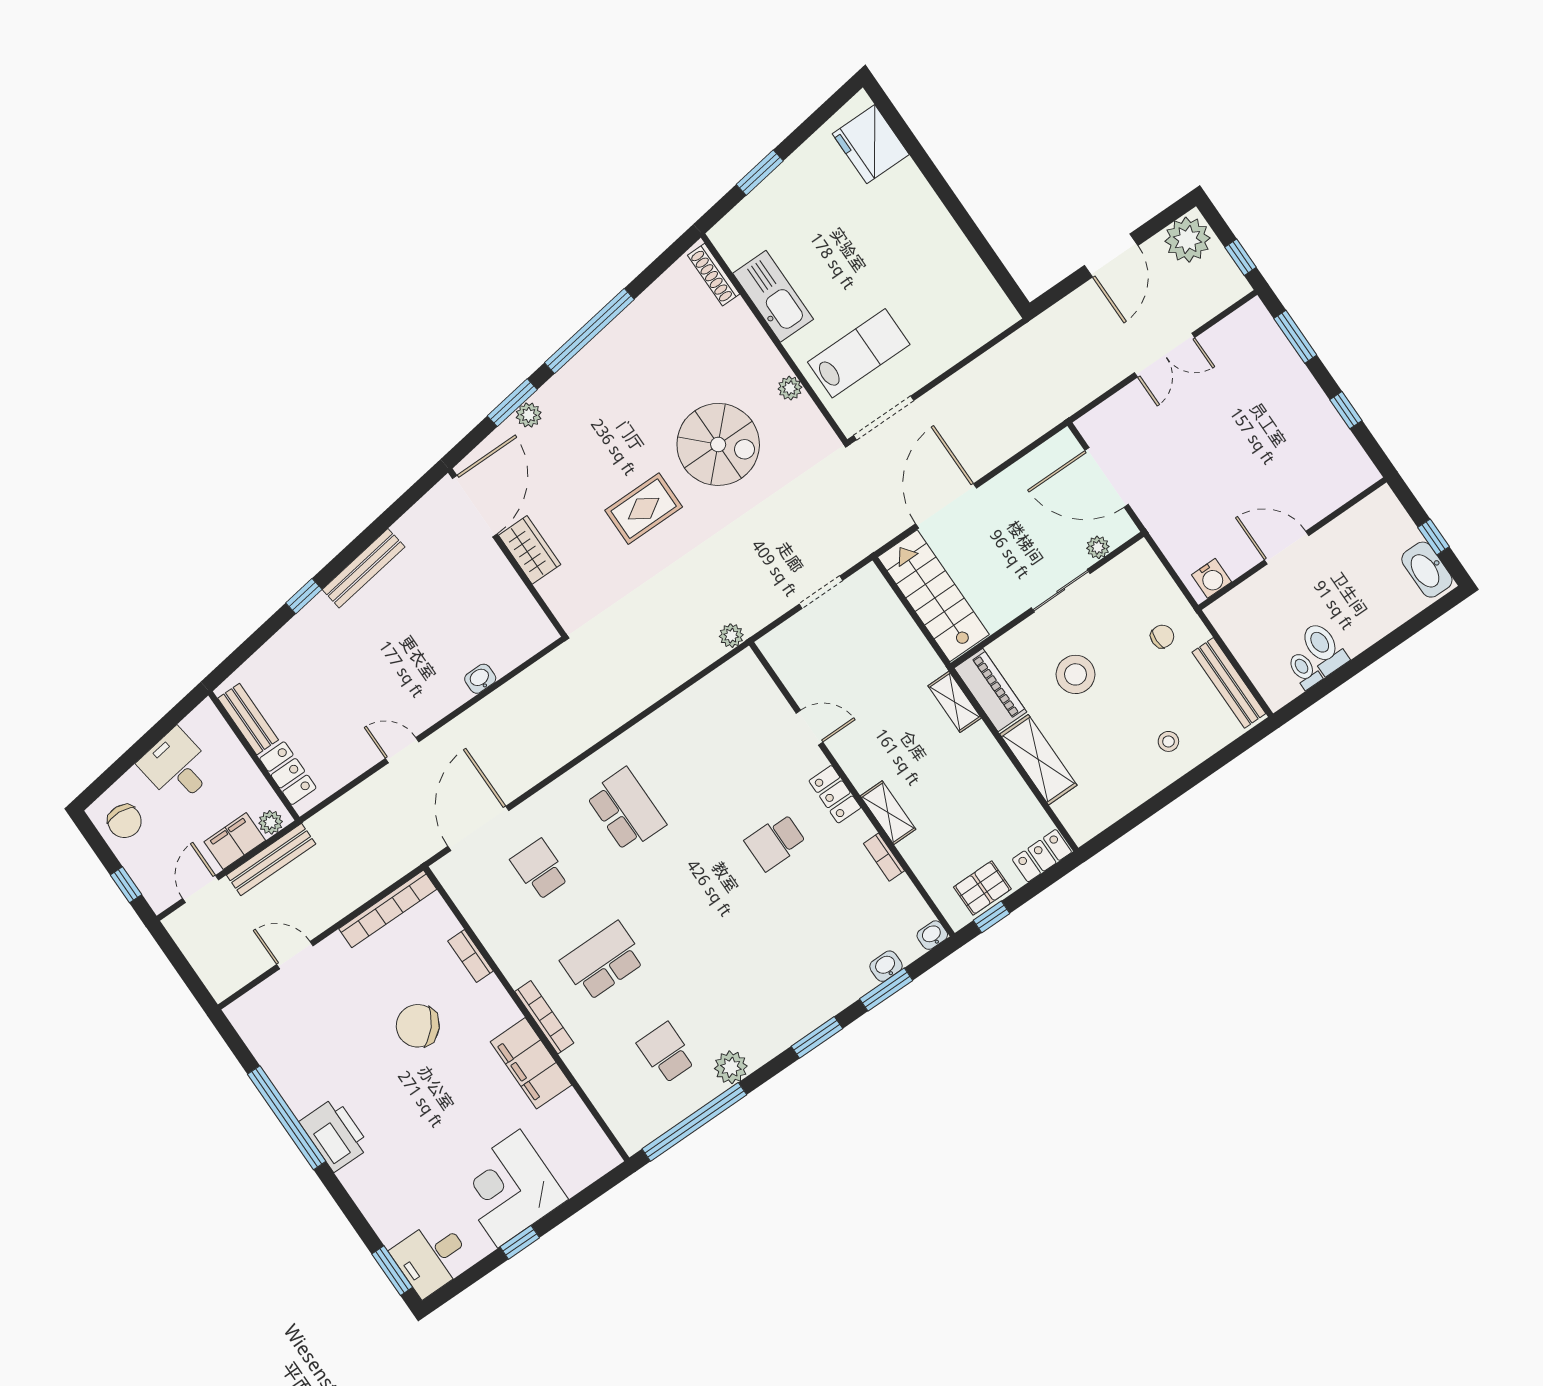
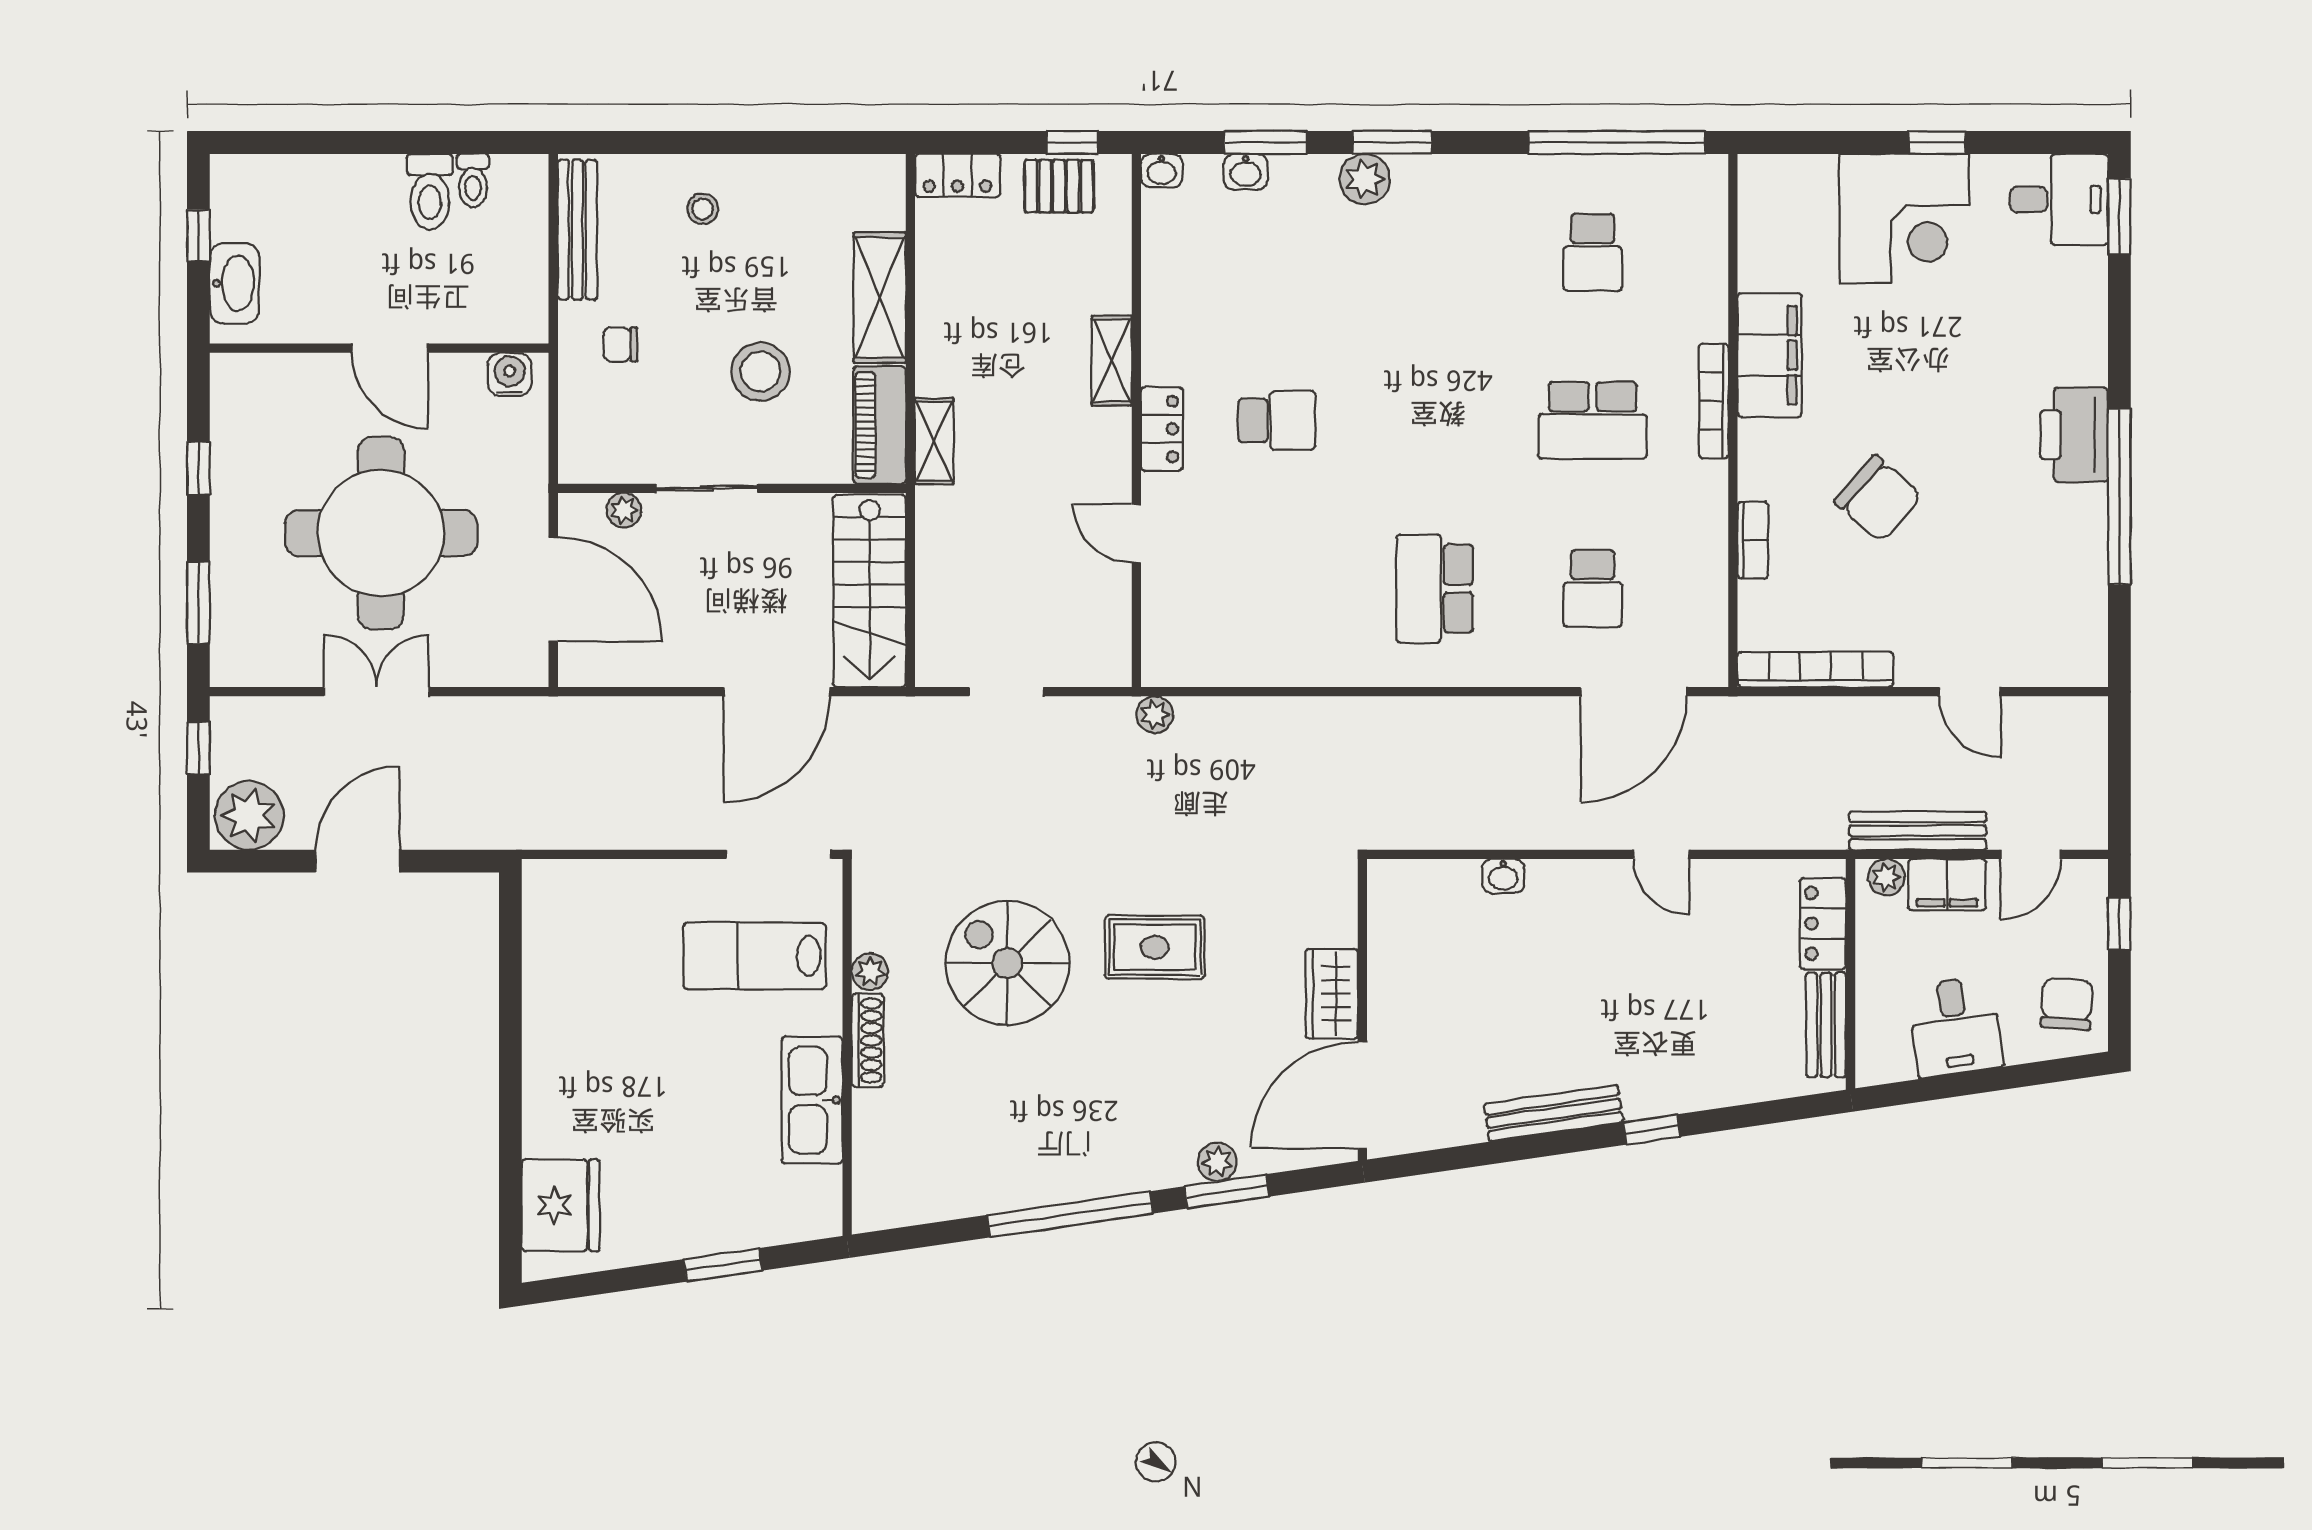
shoe rack: (714, 275) -> (867, 1040), moved
round table: (1222, 443) -> (381, 533), added
washbasin: (1427, 570) -> (235, 283), moved
bookcase: (884, 857) -> (1155, 309), removed
plant: (731, 1067) -> (1365, 179), moved

